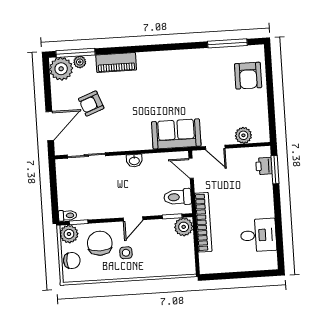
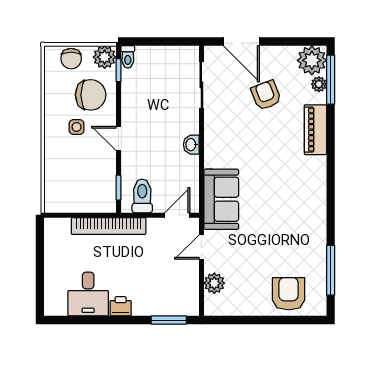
armchair: (248, 76) -> (289, 294), turned 90
printer: (264, 166) -> (121, 306), moved
plant: (184, 227) -> (104, 201), removed

